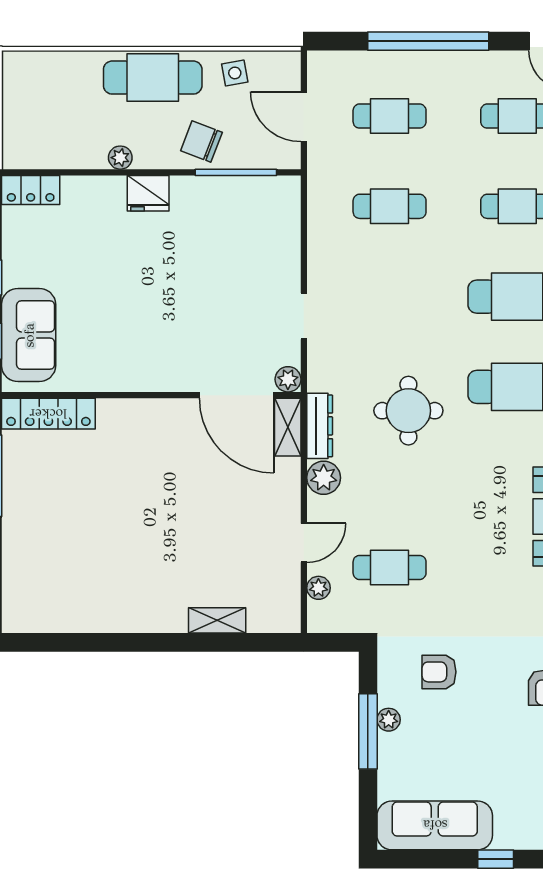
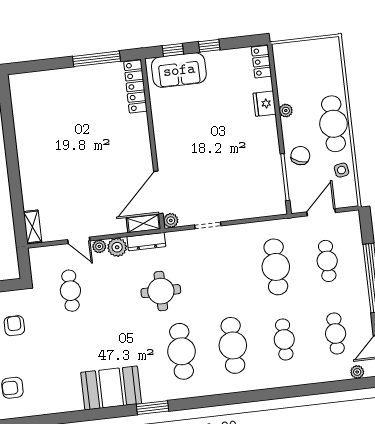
fridge: (148, 193) -> (264, 104), moved
cafe table: (390, 206) -> (276, 267), width x1.37, depth x1.35
plant: (318, 588) -> (99, 246), moved
shelving: (217, 620) -> (33, 227), moved

